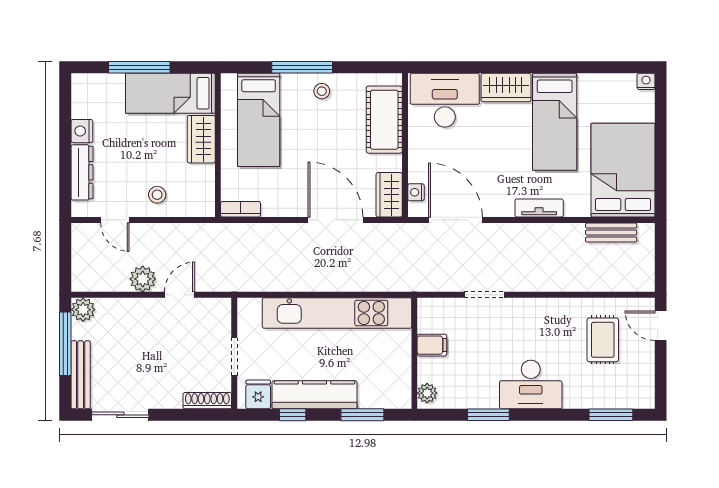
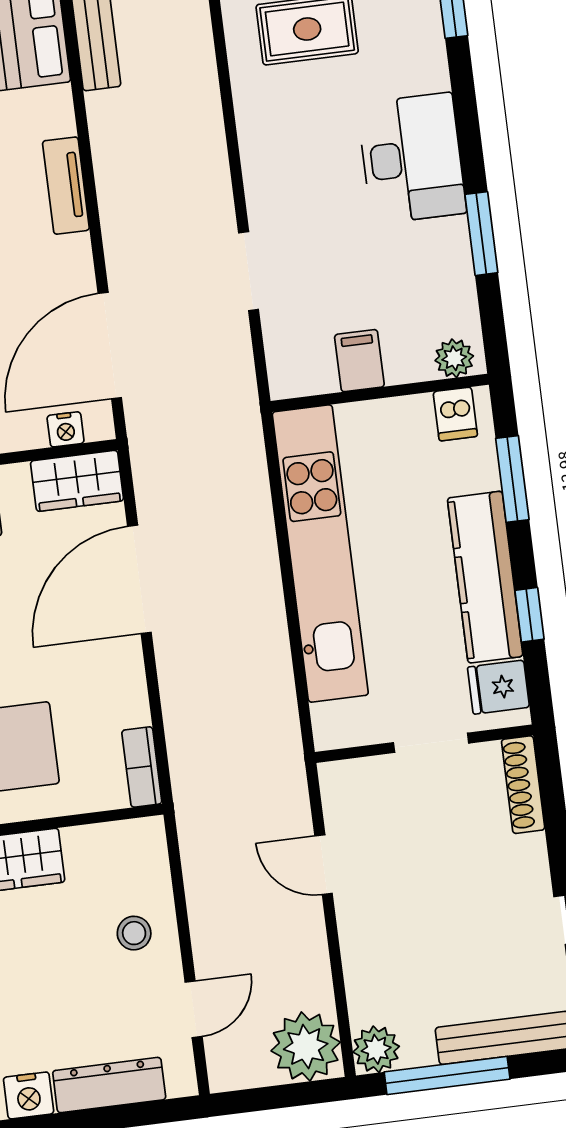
plant: (143, 279) -> (306, 1047), moved, width x1.36, depth x1.36
dishwasher: (399, 390) -> (455, 414), added

